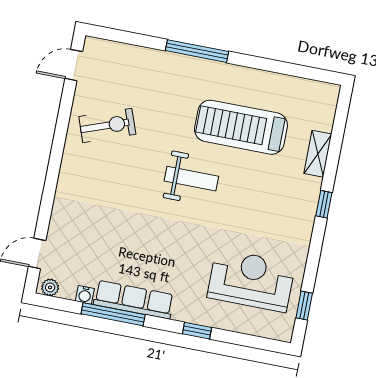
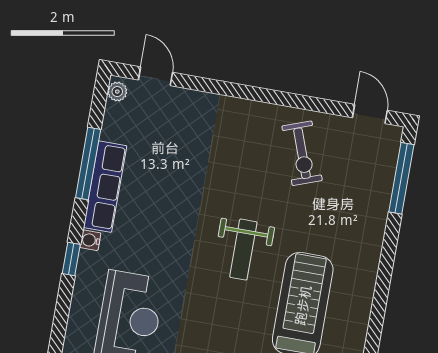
window: (197, 51) -> (401, 178), moved
water cooler: (85, 295) -> (90, 240), moved

